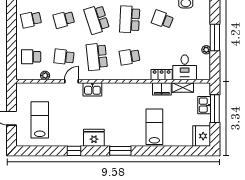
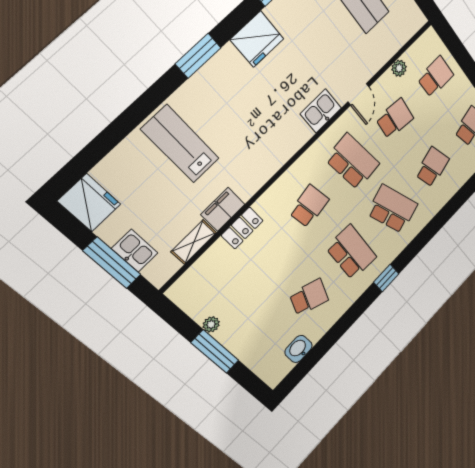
desk: (185, 67) -> (219, 271), removed
lab bench: (154, 127) -> (180, 144), turned 180

